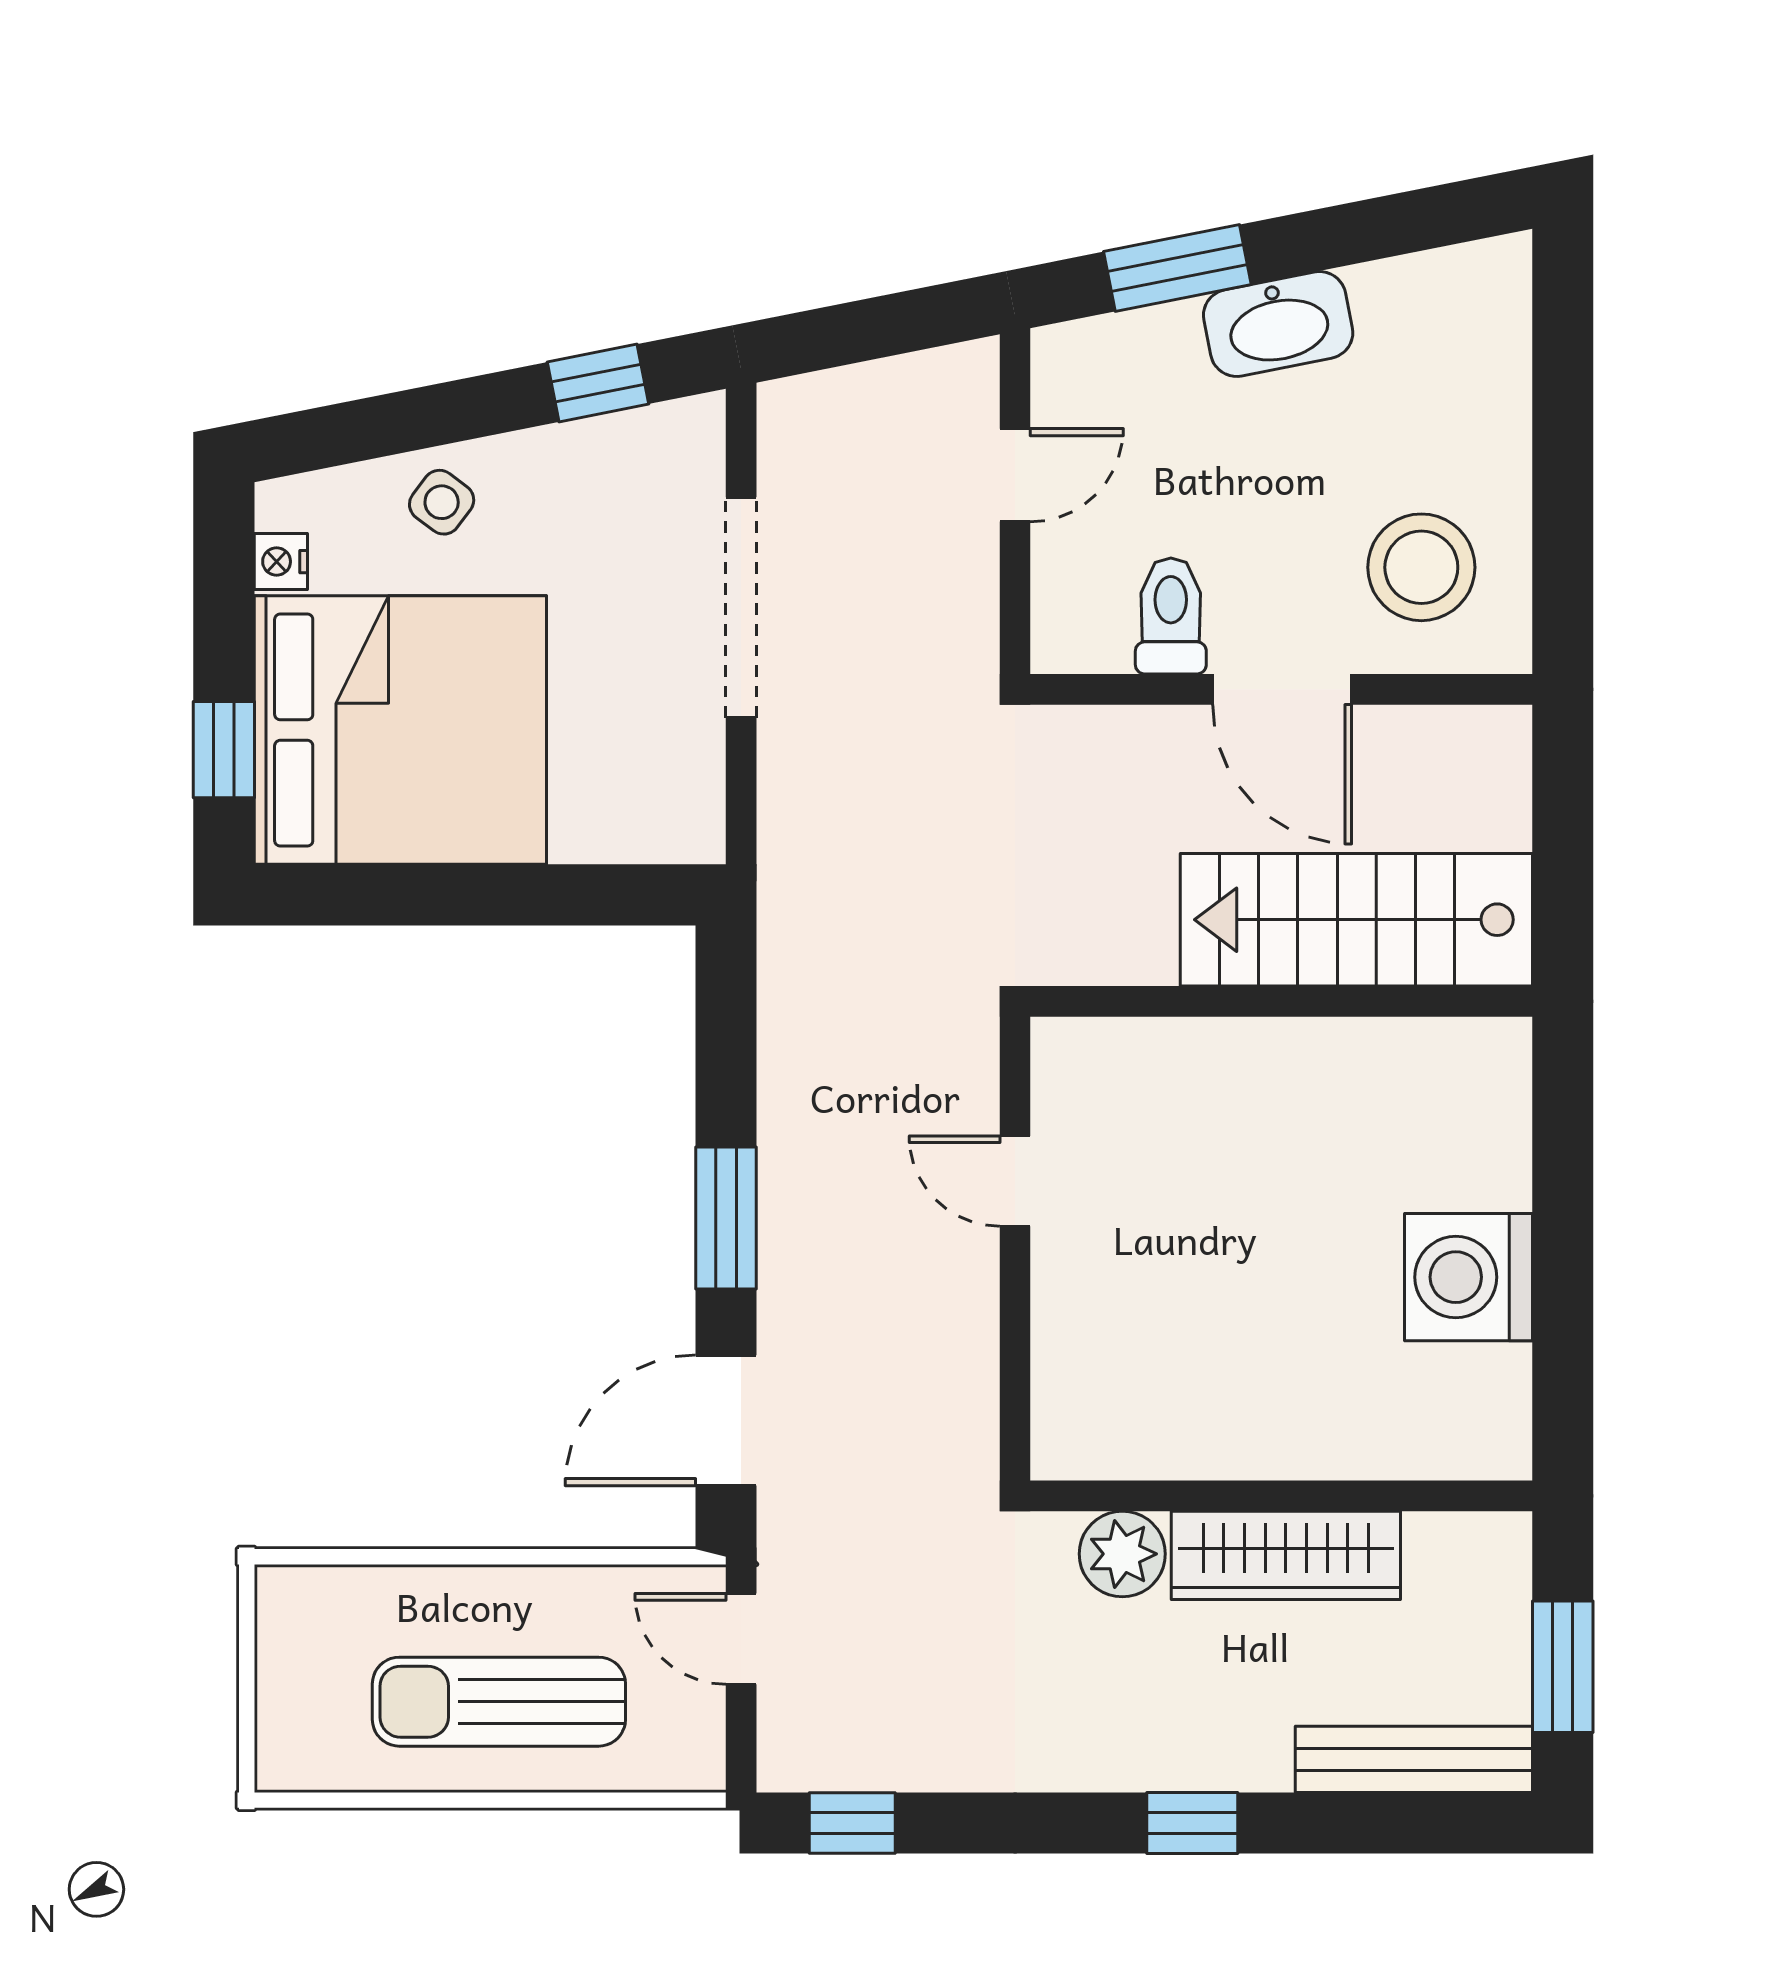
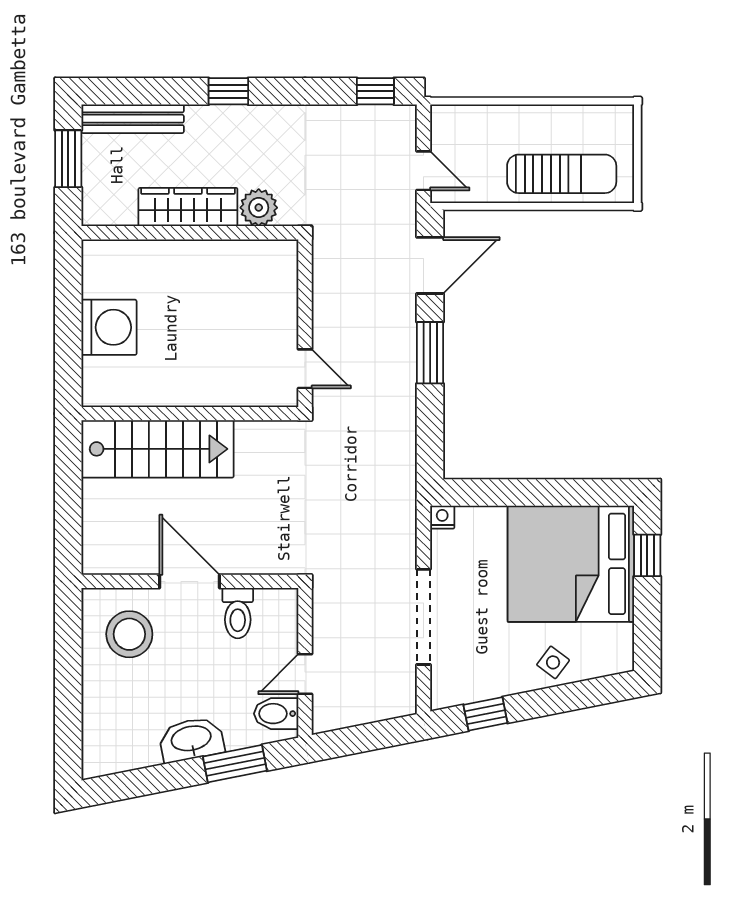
bidet: (1082, 384) -> (276, 714), added
nightstand: (281, 562) -> (442, 517), moved, turned -90
stairs: (1356, 920) -> (157, 449), moved
wall: (1281, 1001) -> (190, 414), moved
sun lounger: (499, 1702) -> (562, 174), moved

